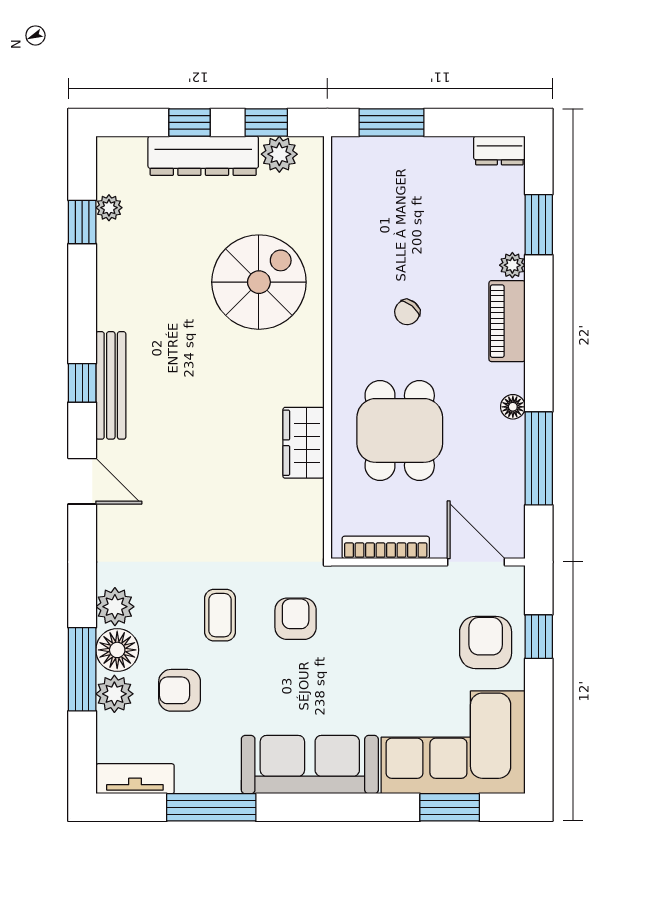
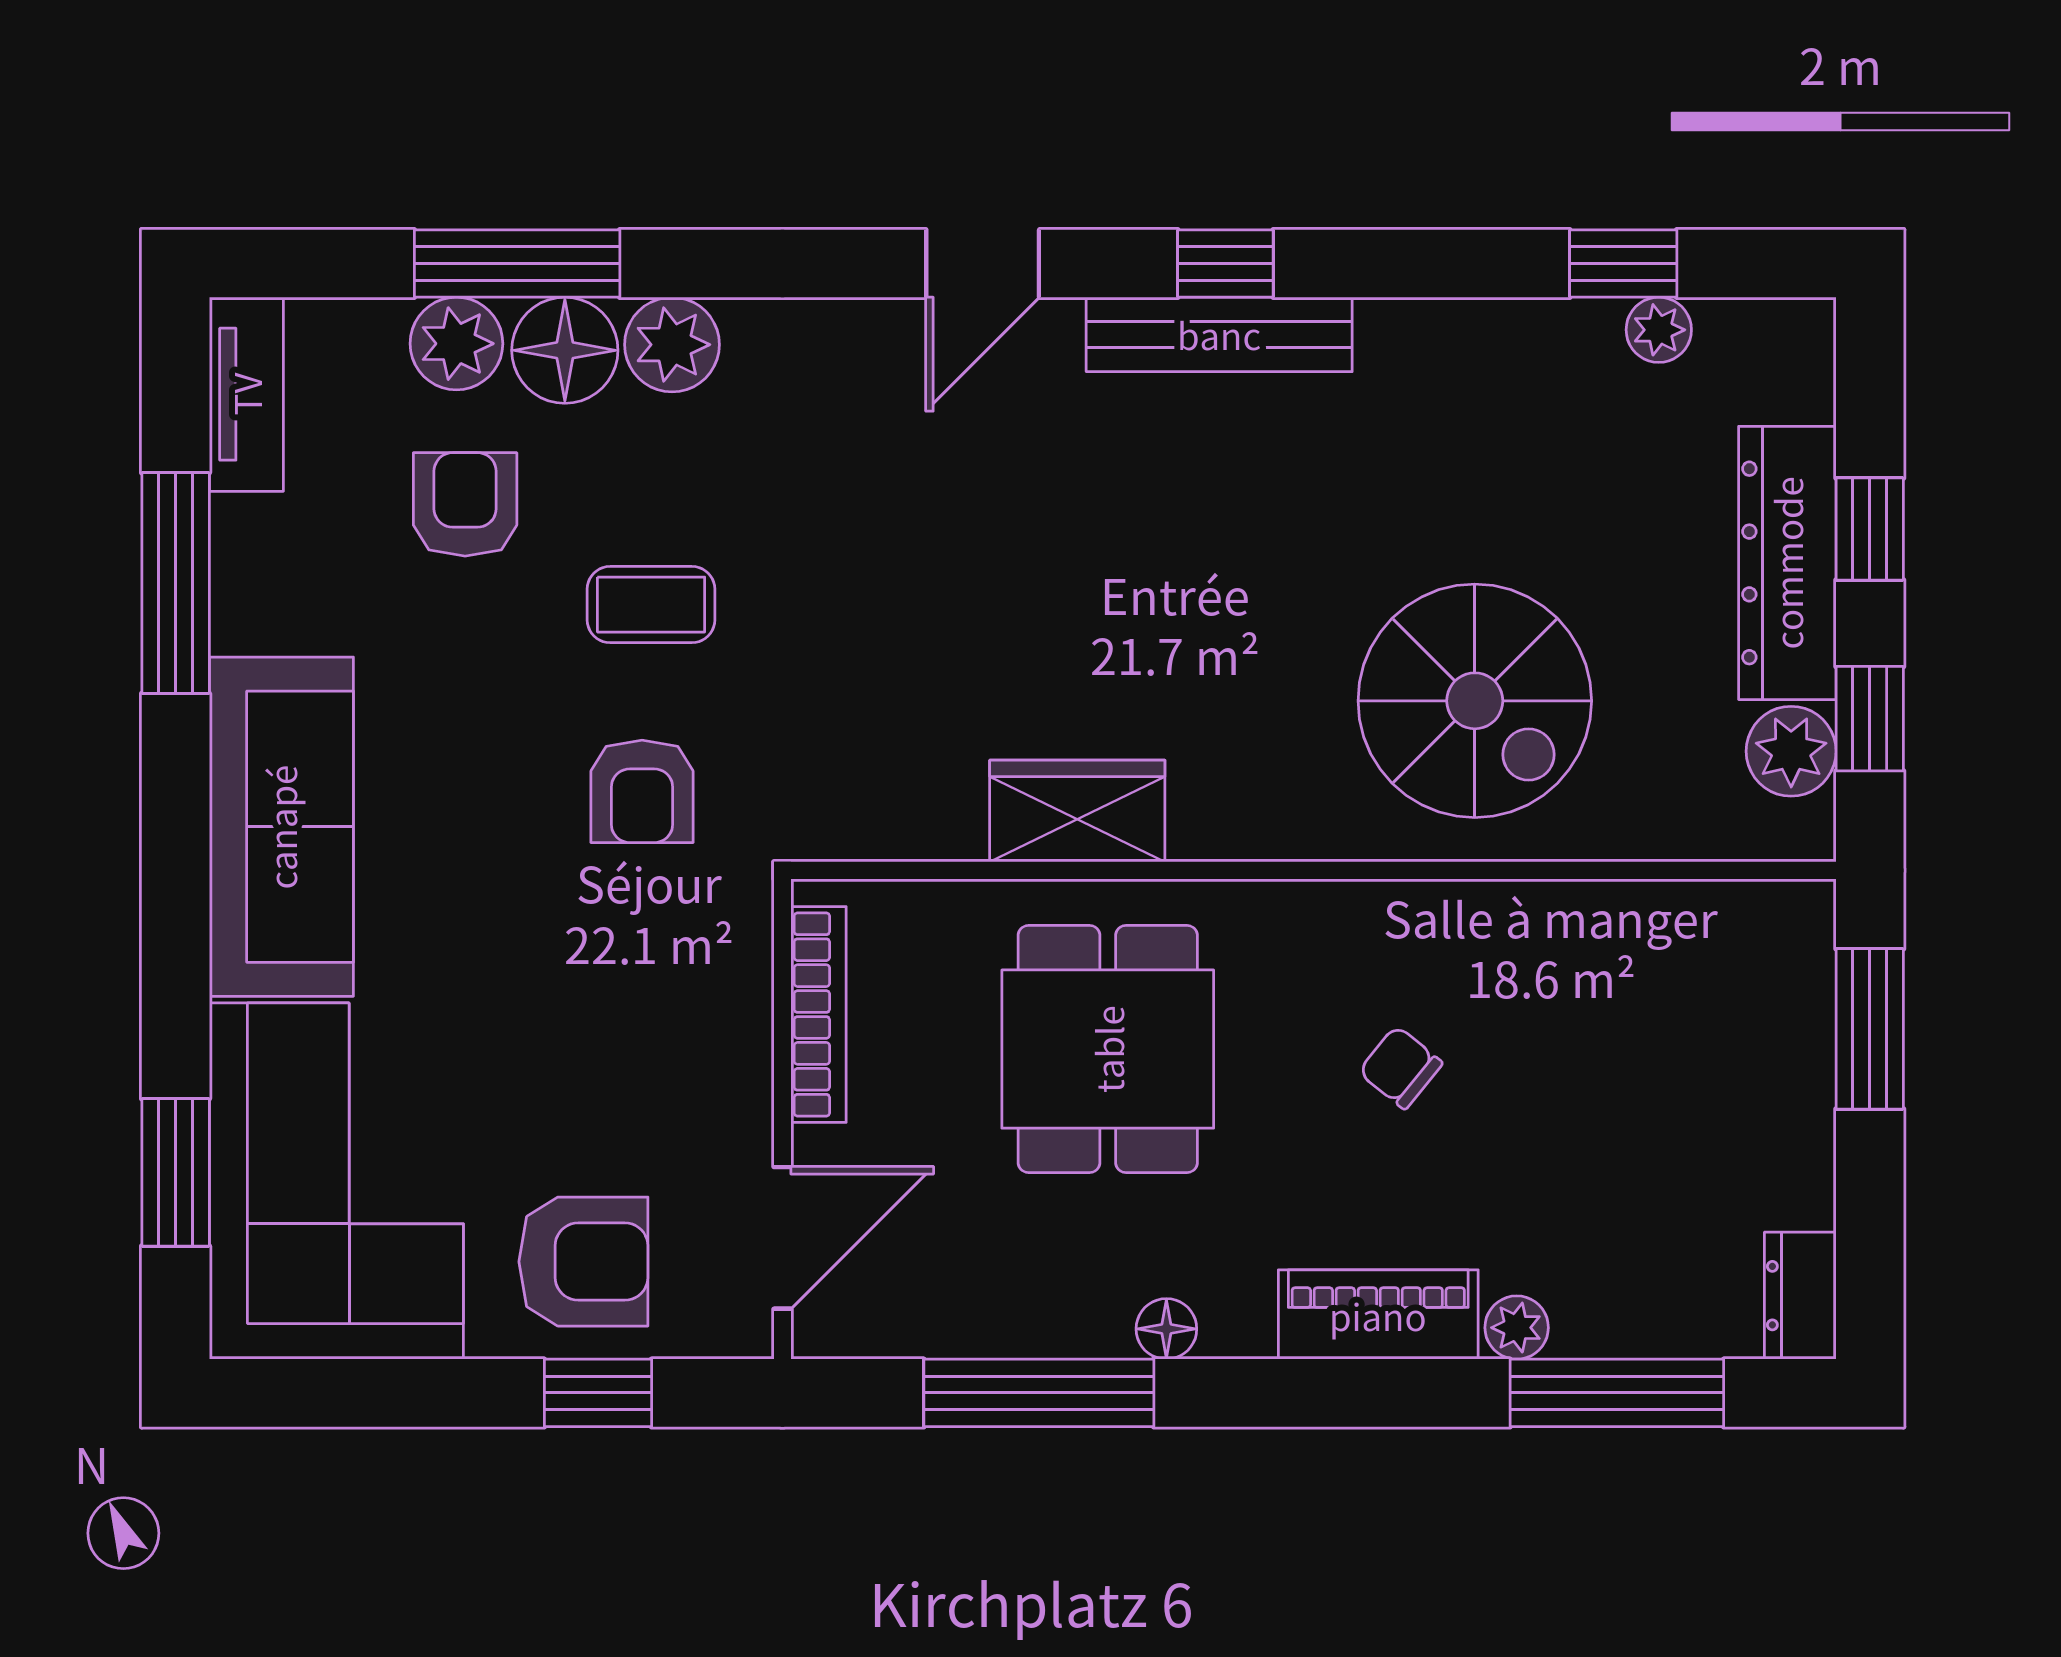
window: (539, 225) -> (1617, 1393), width x1.44
dining table: (400, 430) -> (1108, 1049), turned 90
armchair: (296, 619) -> (642, 791), turned 90

